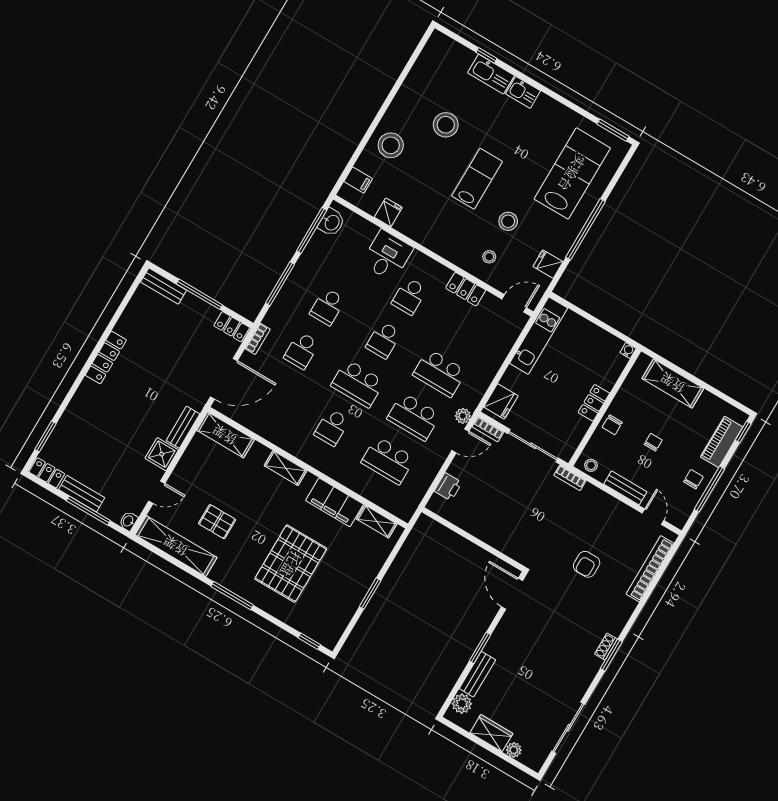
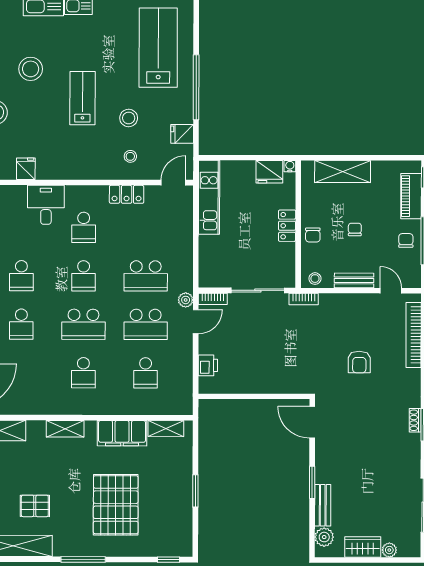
fridge: (501, 401) -> (269, 172), moved, turned 90
school desk: (388, 460) -> (146, 373), width x0.54

